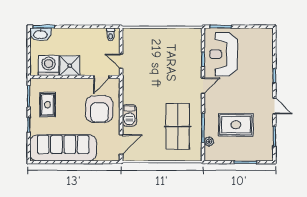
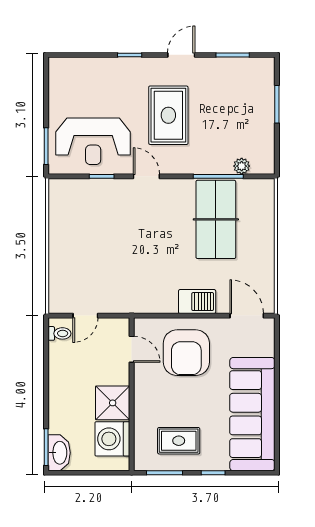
door: (121, 61) -> (85, 316), moved
armchair: (99, 109) -> (186, 353), turned 90
rug: (236, 125) -> (168, 115), moved
table tennis table: (178, 126) -> (216, 219), turned 90

